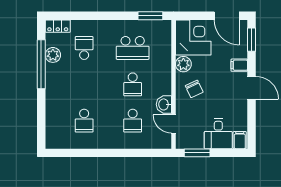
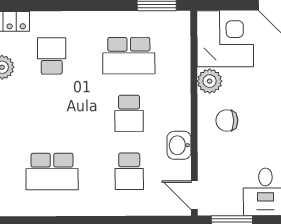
chair: (194, 89) -> (227, 120), turned 115
school desk: (84, 121) -> (52, 172), width x1.85
door: (174, 124) -> (194, 195), moved

